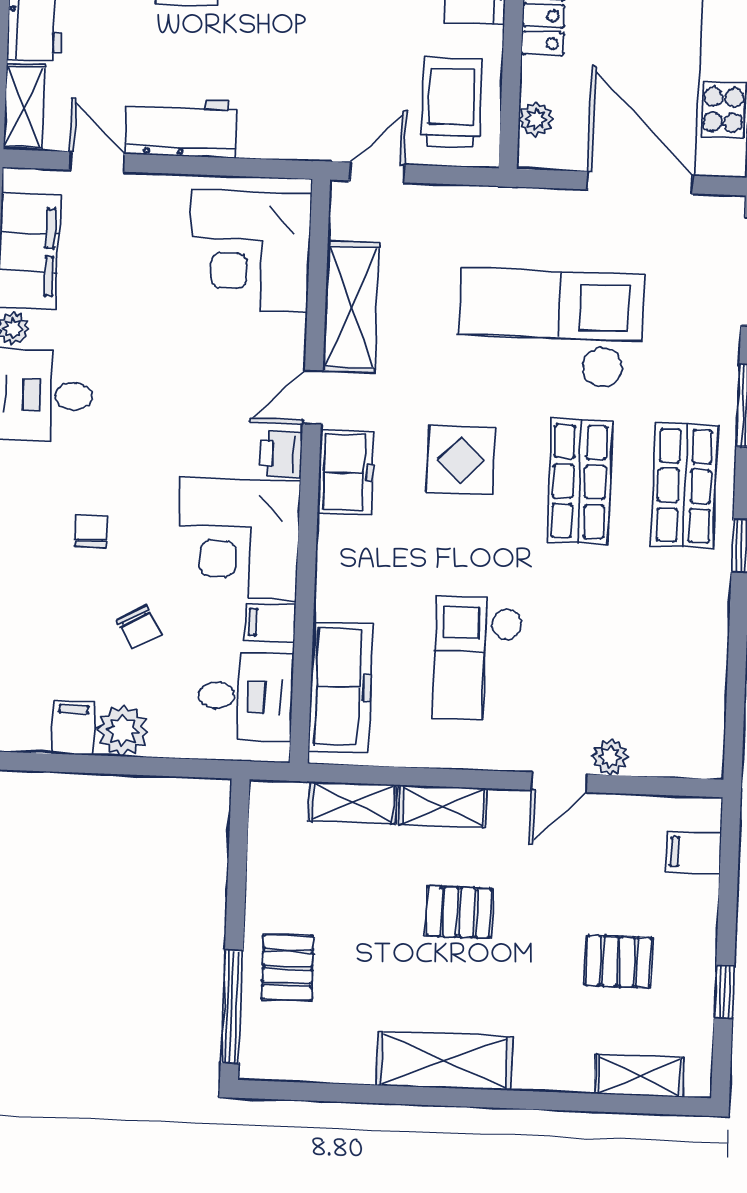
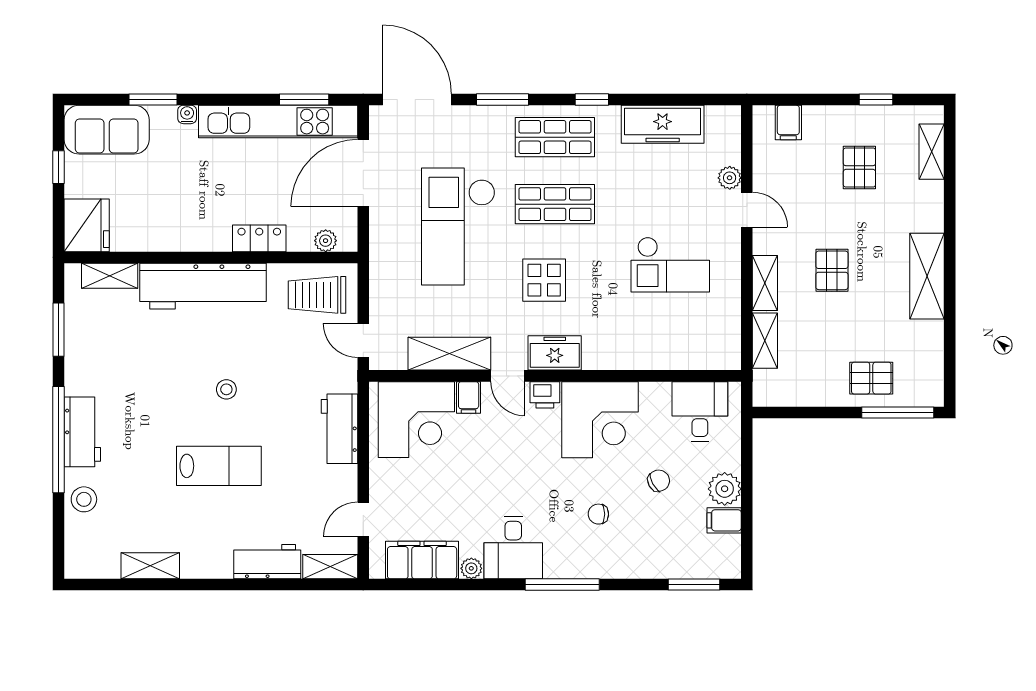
workbench: (181, 128) -> (339, 429), moved
filing cabinet: (270, 623) -> (469, 397), moved
freezer: (341, 687) -> (663, 124), moved, turned 180

